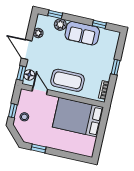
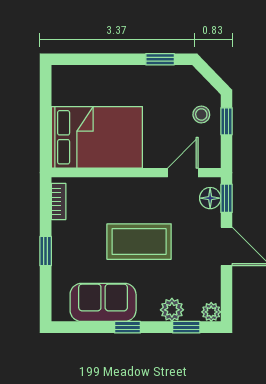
window: (99, 24) -> (127, 327), moved
plant: (38, 33) -> (211, 312), moved
sofa: (82, 33) -> (103, 302), moved
coffee table: (67, 80) -> (139, 242), moved
door: (40, 90) -> (183, 173), swing flipped

